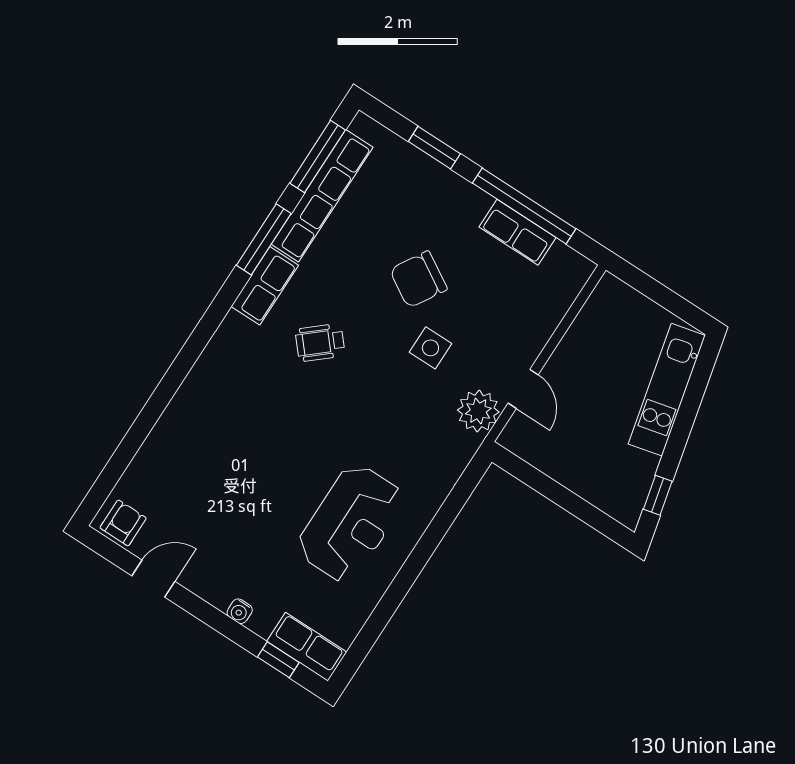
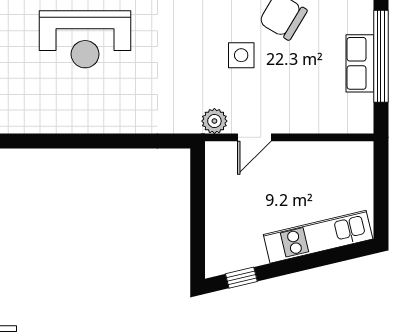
plant: (478, 411) -> (214, 121), width x0.73, depth x0.73
reception desk: (351, 523) -> (85, 39), moved

